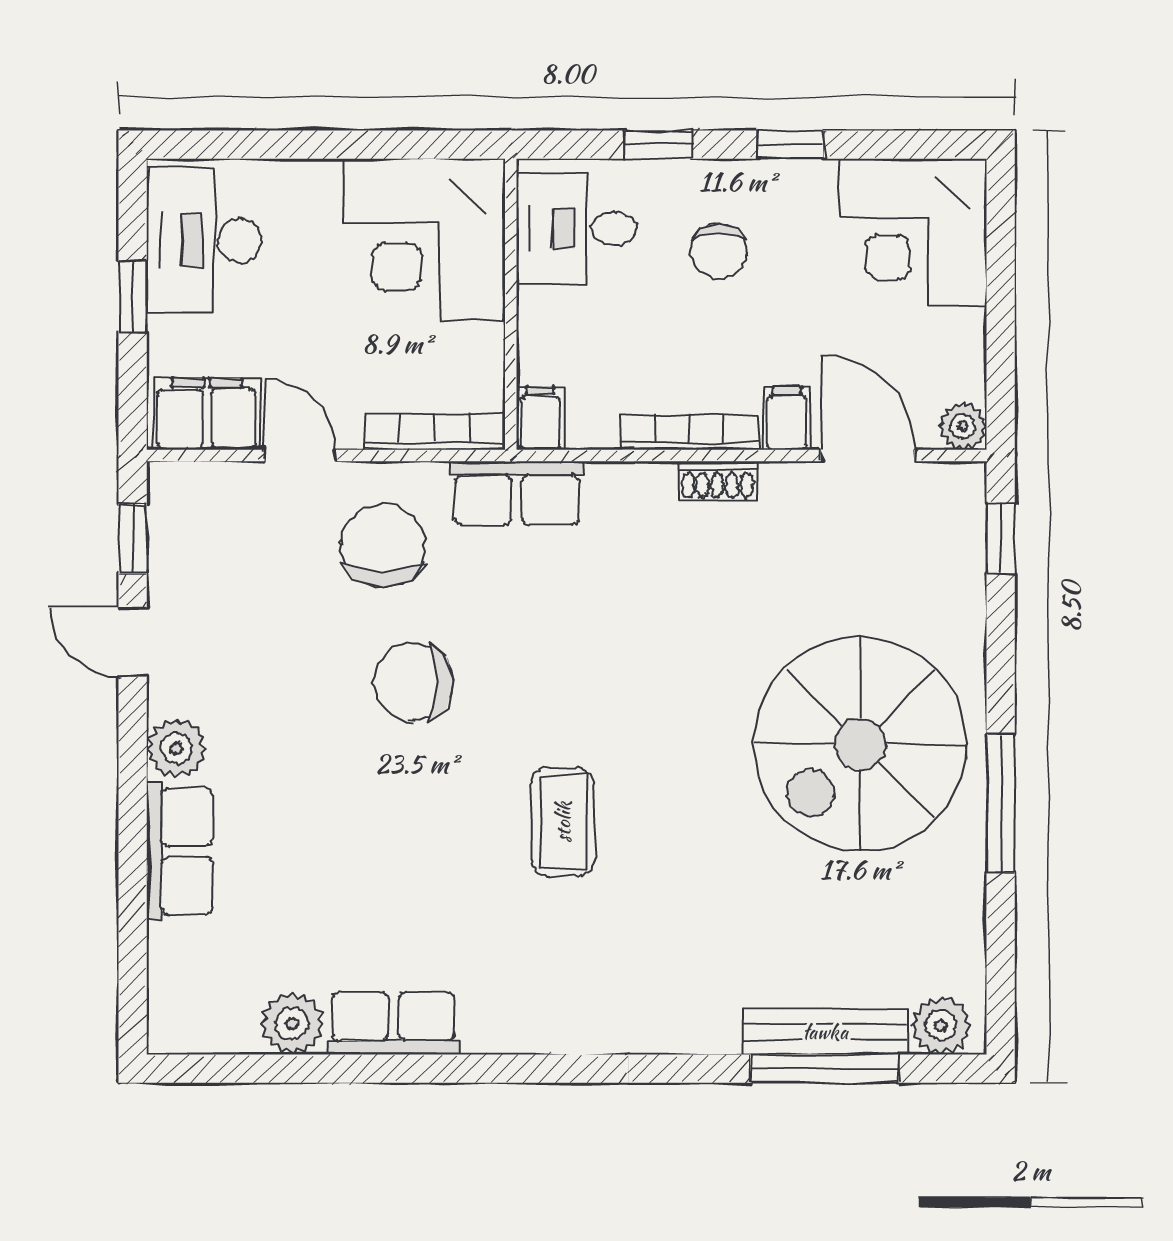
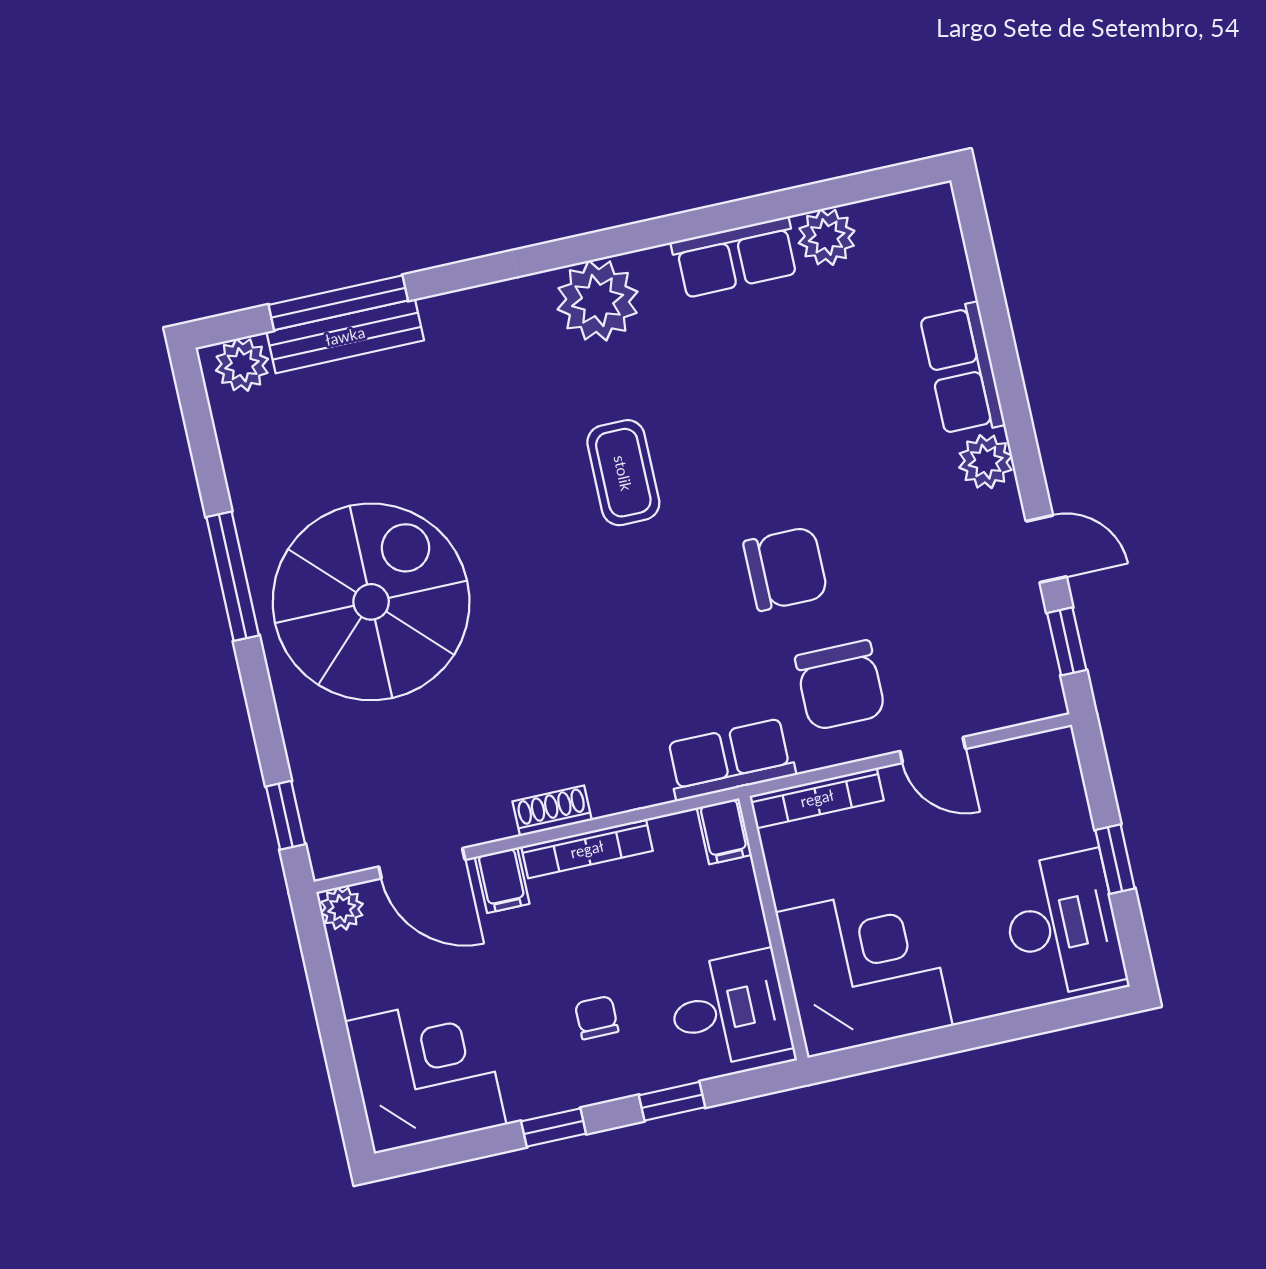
chair: (719, 251) -> (597, 1018), width x0.73, depth x0.73
filing cabinet: (207, 414) -> (1025, 768), removed
plant: (550, 1010) -> (598, 301), added

